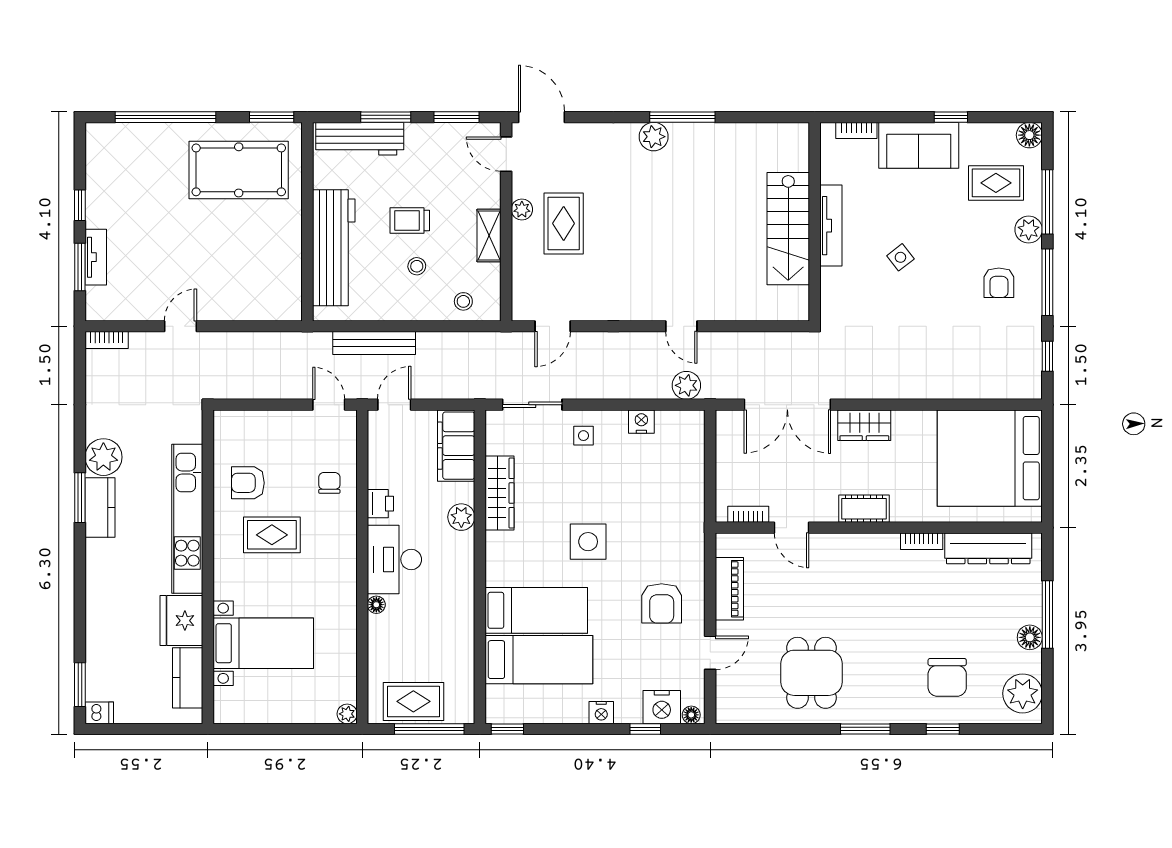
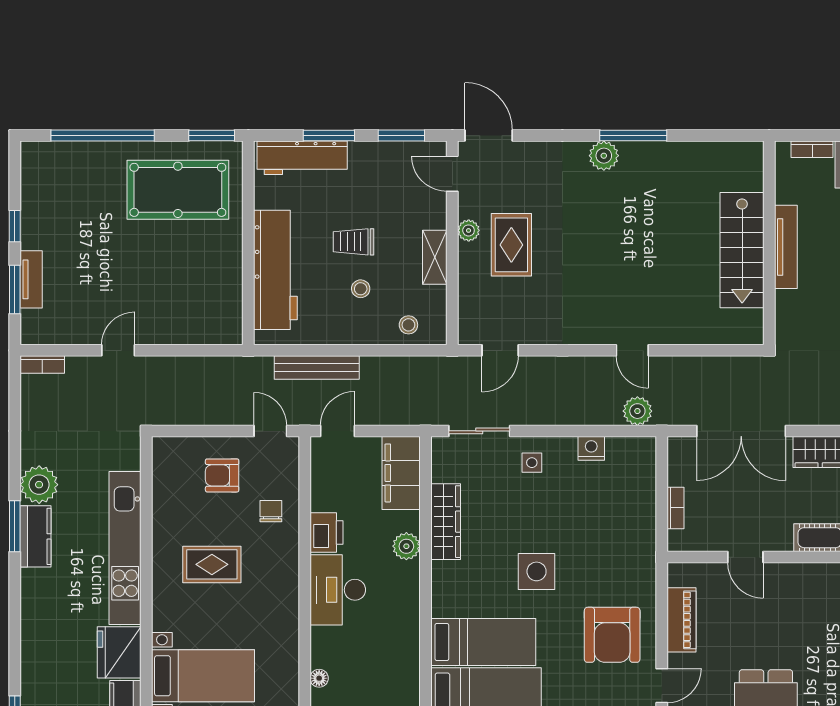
armchair: (248, 483) -> (222, 475), moved
printer: (380, 504) -> (327, 532), width x1.36, depth x1.24
bookcase: (748, 514) -> (675, 508), moved, turned 90
armchair: (662, 603) -> (612, 635), width x1.36, depth x1.36
floor lamp: (376, 605) -> (319, 678), moved

